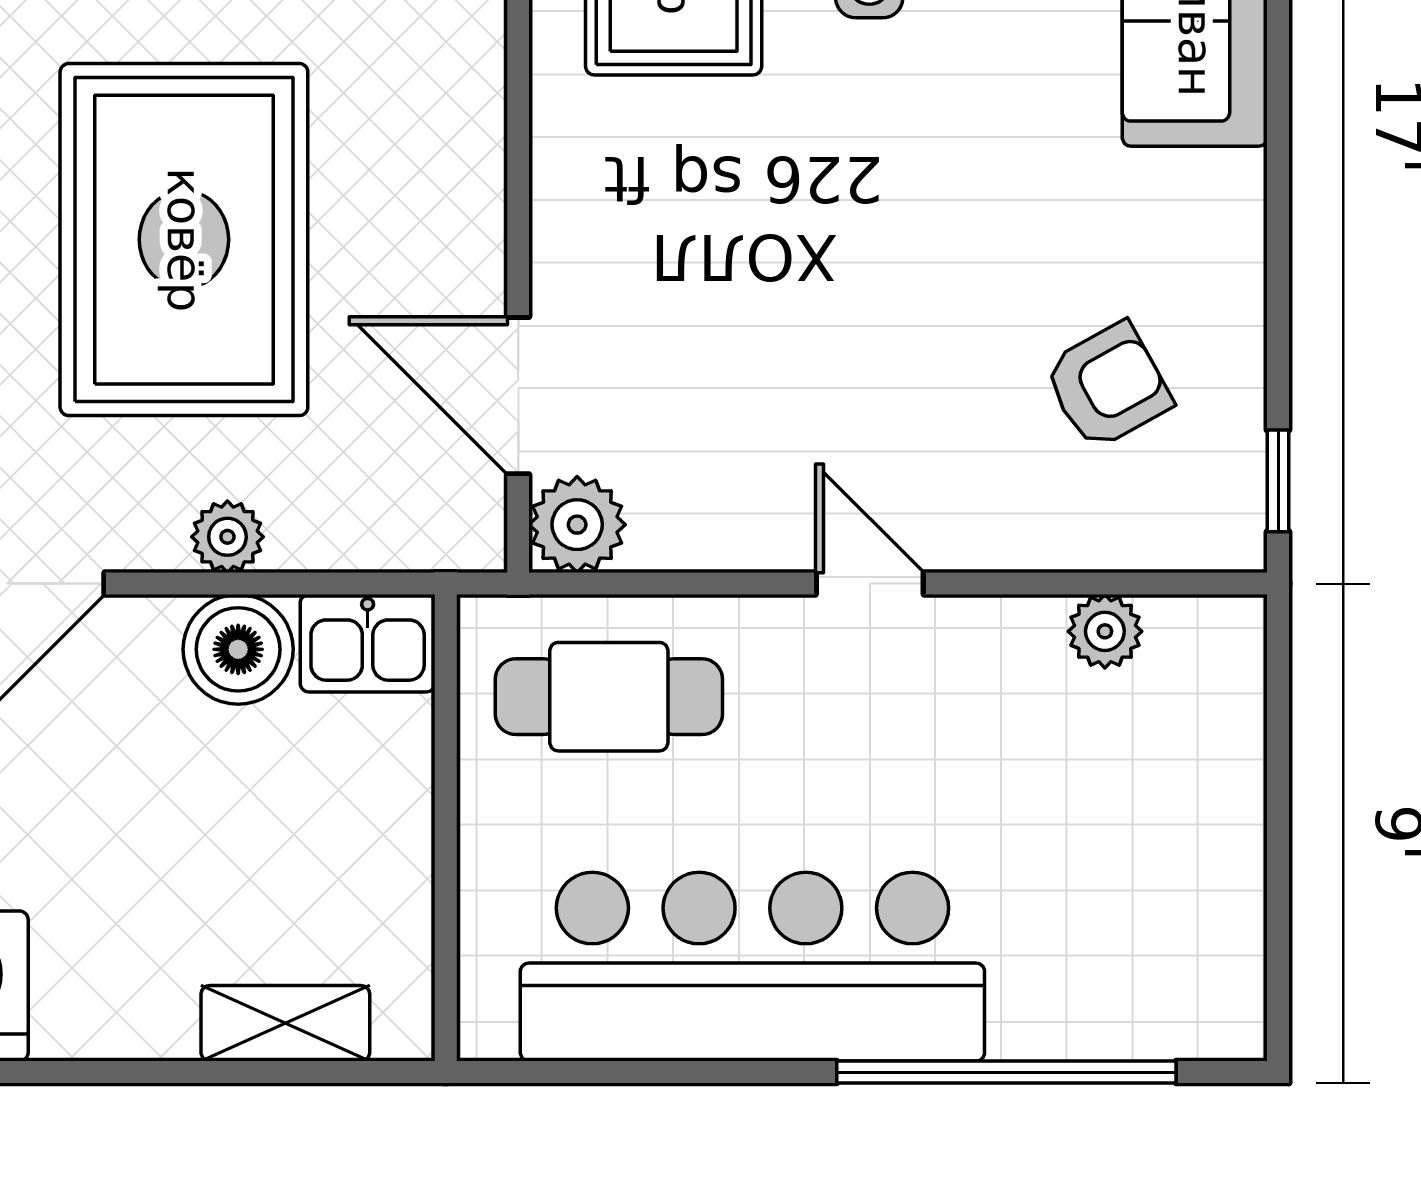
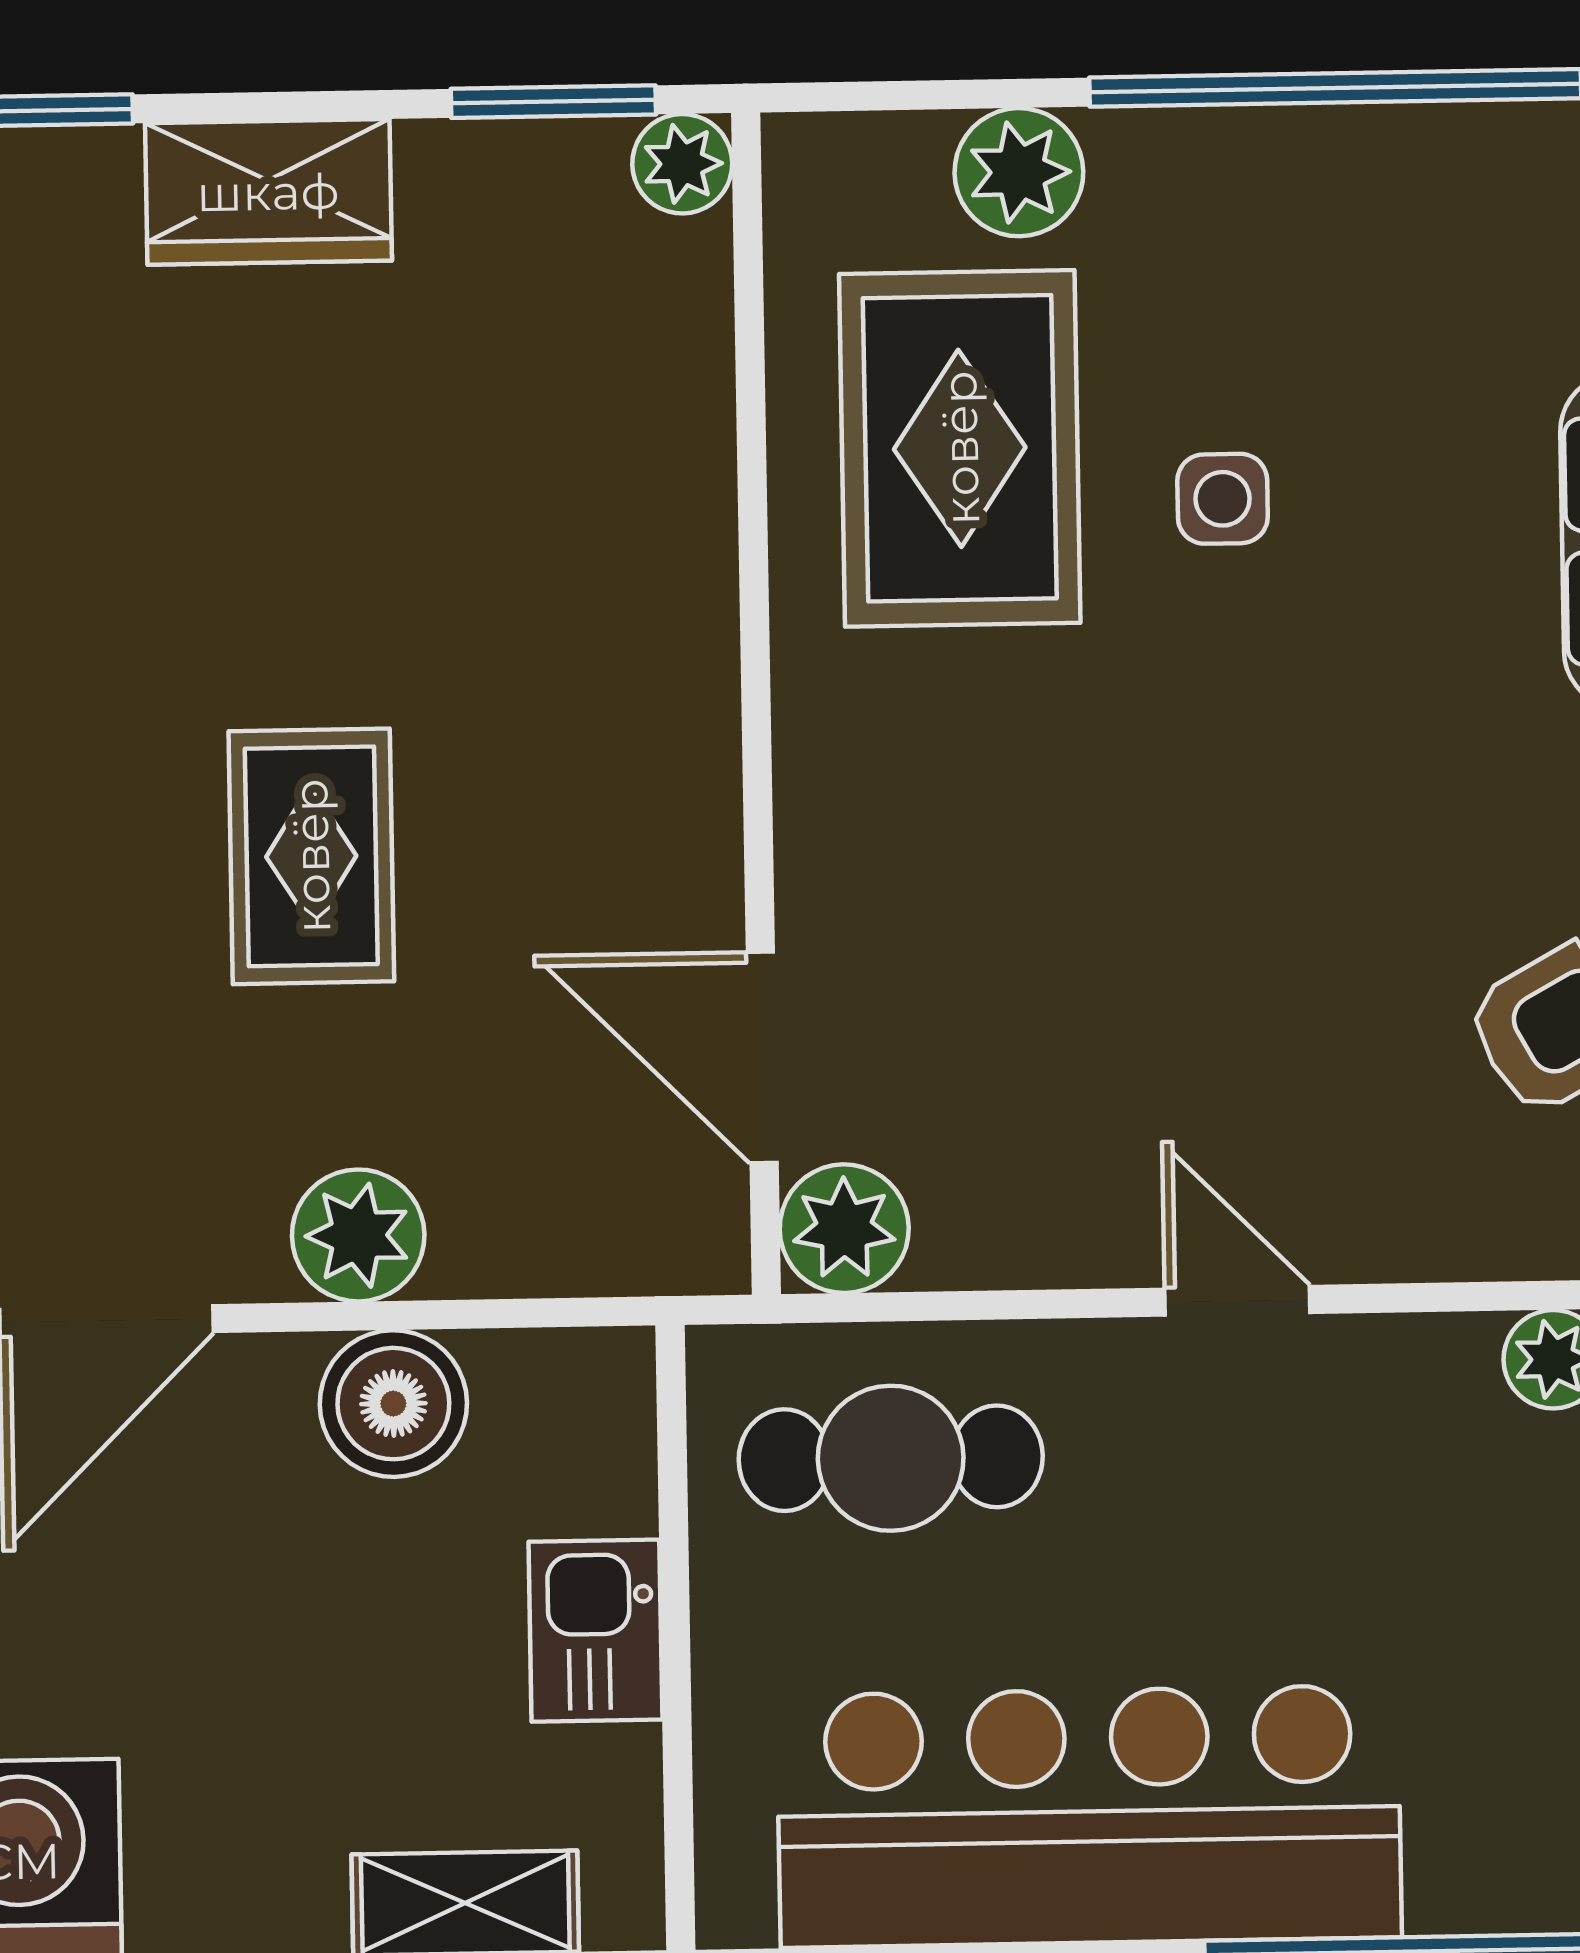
rug: (184, 240) -> (311, 856), width x0.54, depth x0.49
plant: (227, 537) -> (358, 1235), width x1.38, depth x1.38
kitchen sink: (368, 643) -> (595, 1631), moved, turned 90

